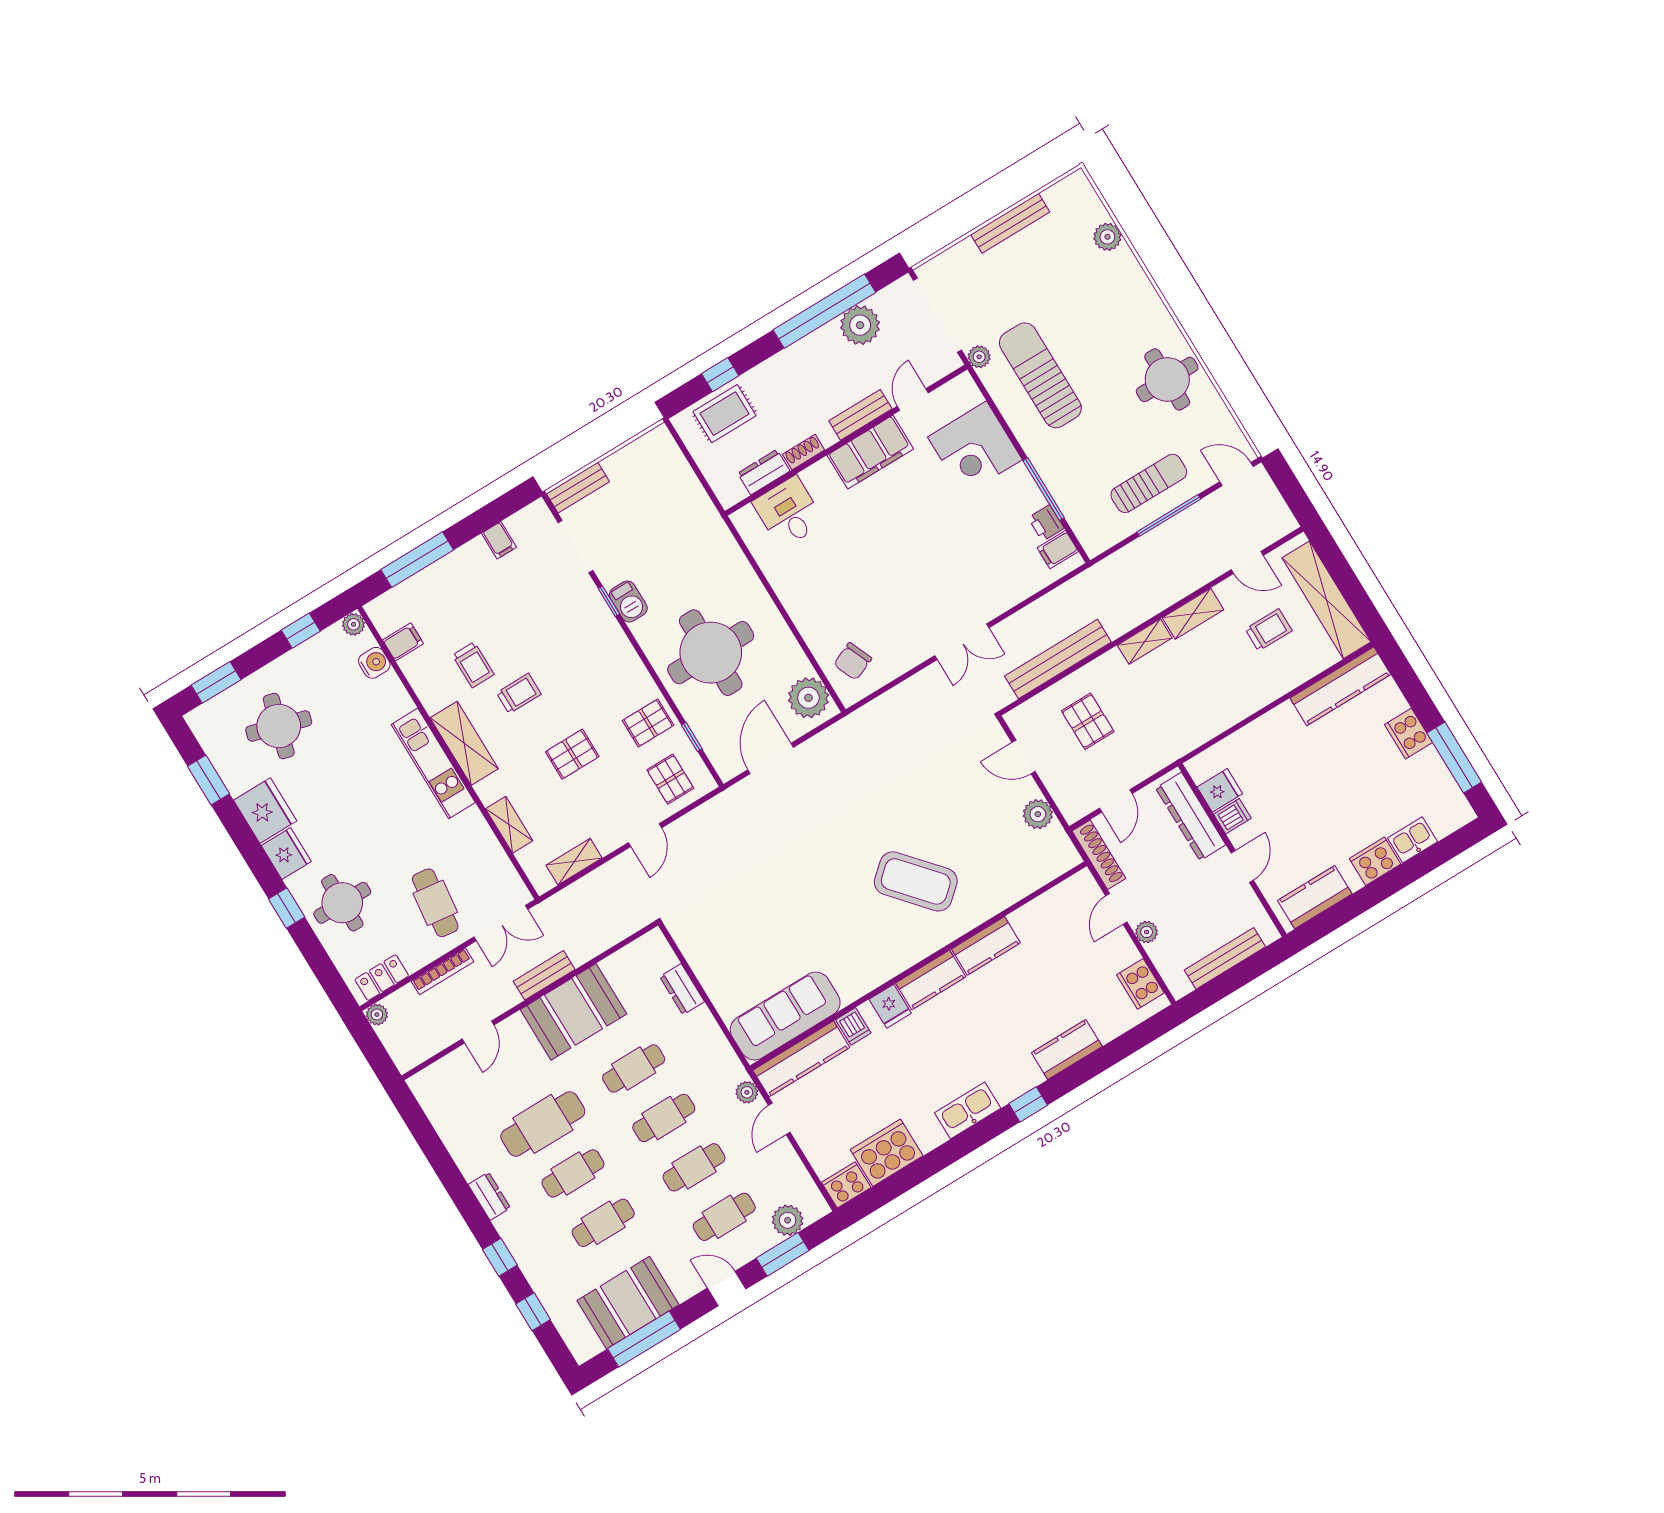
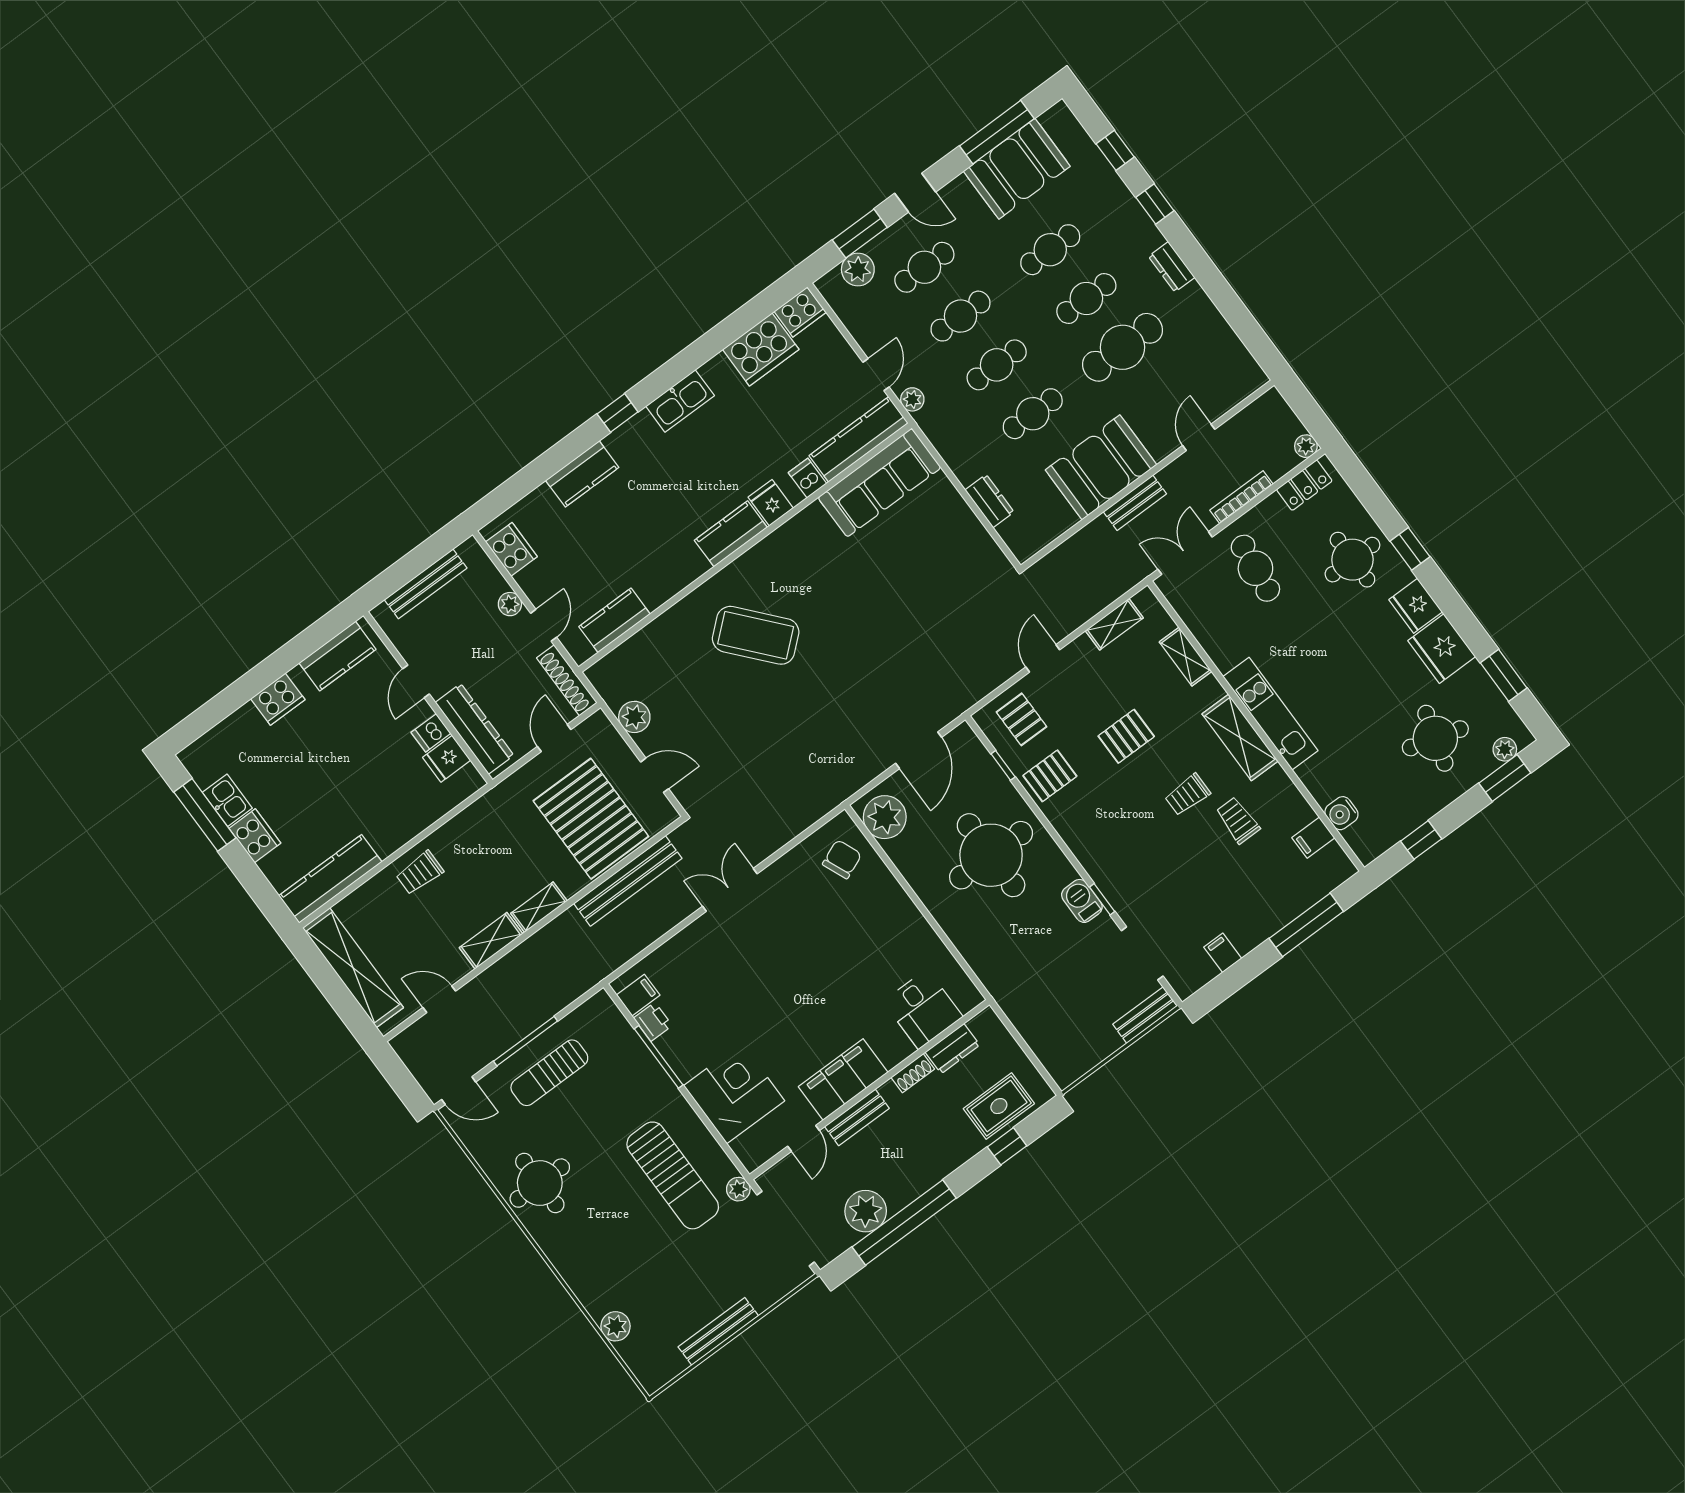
plant: (353, 624) -> (1505, 749), moved
trolley: (1269, 630) -> (420, 873), moved
pallet: (1088, 721) -> (591, 819), width x2.05, depth x2.00
kitchen sink: (1413, 840) -> (227, 800), moved, turned -90
kitchen counter: (986, 946) -> (615, 620), moved

